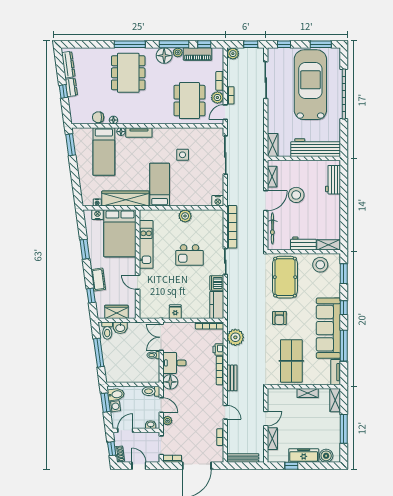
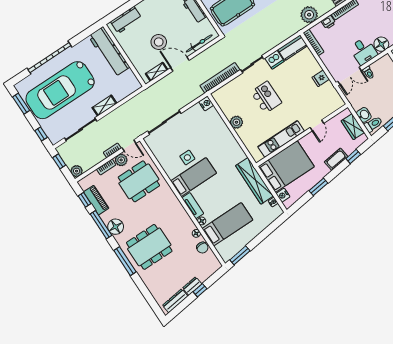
plant: (178, 52) -> (106, 217), removed
shelving: (273, 145) -> (104, 106), moved
bed: (160, 185) -> (194, 177), moved, turned 180

